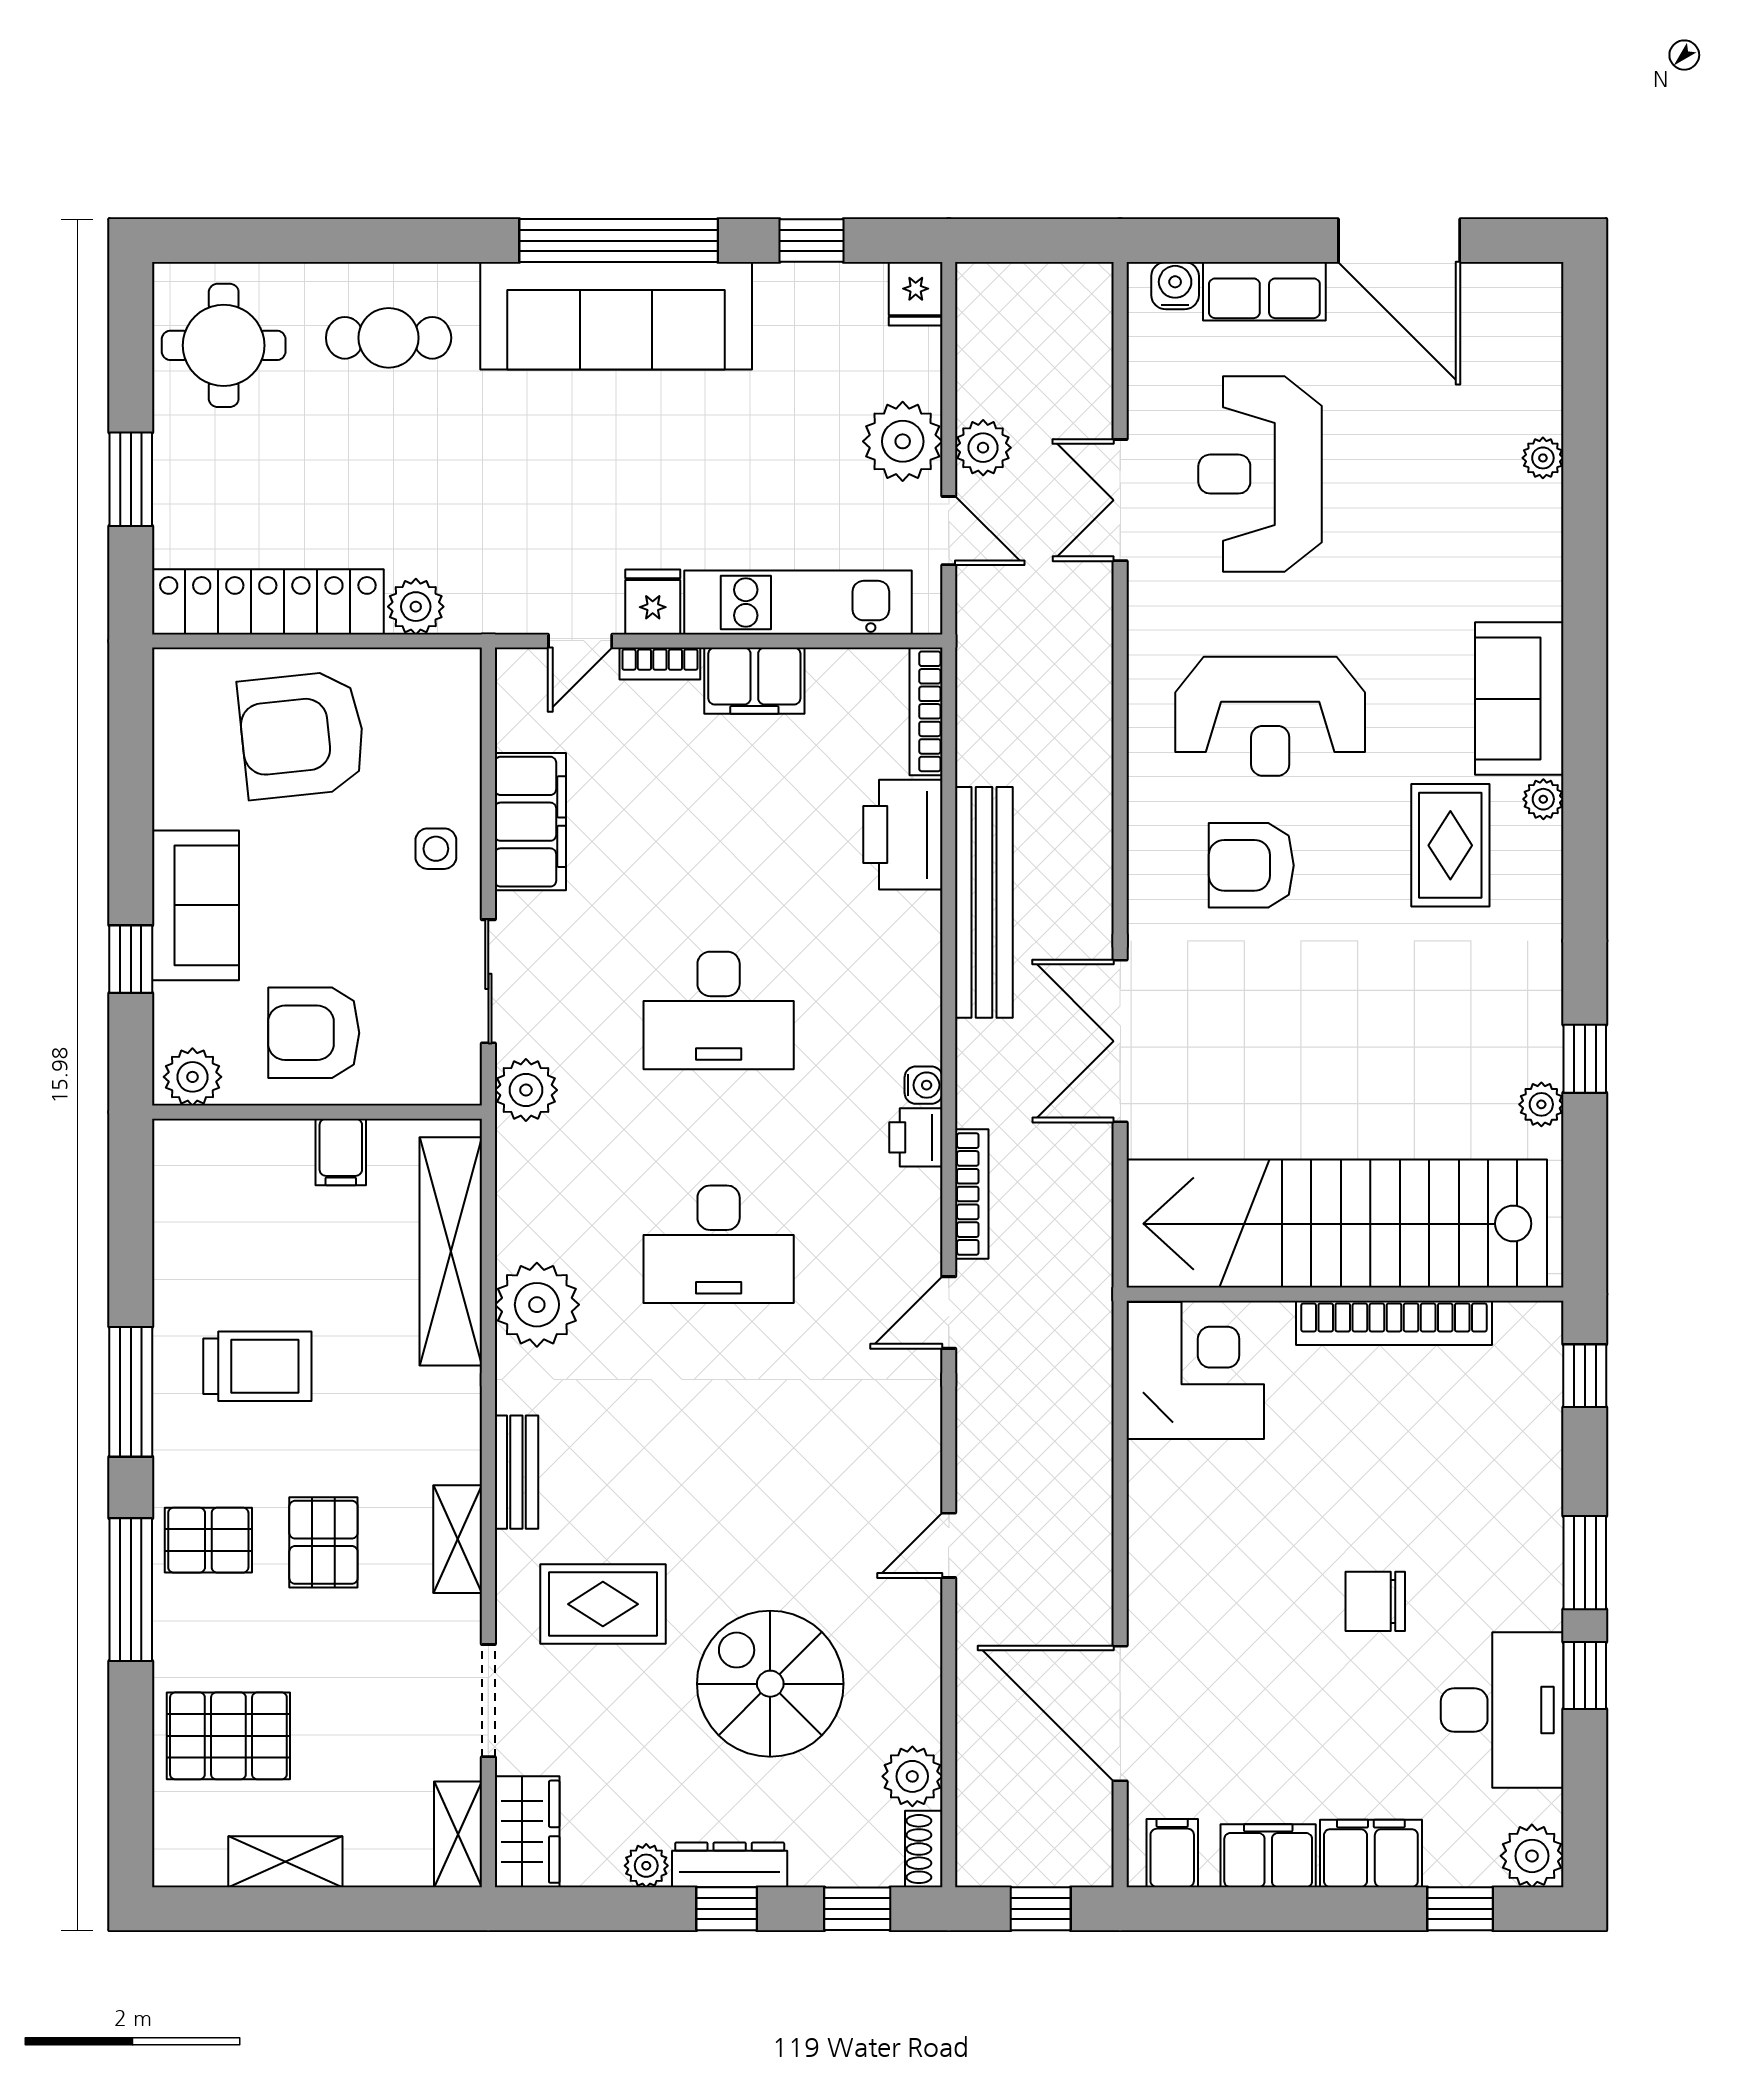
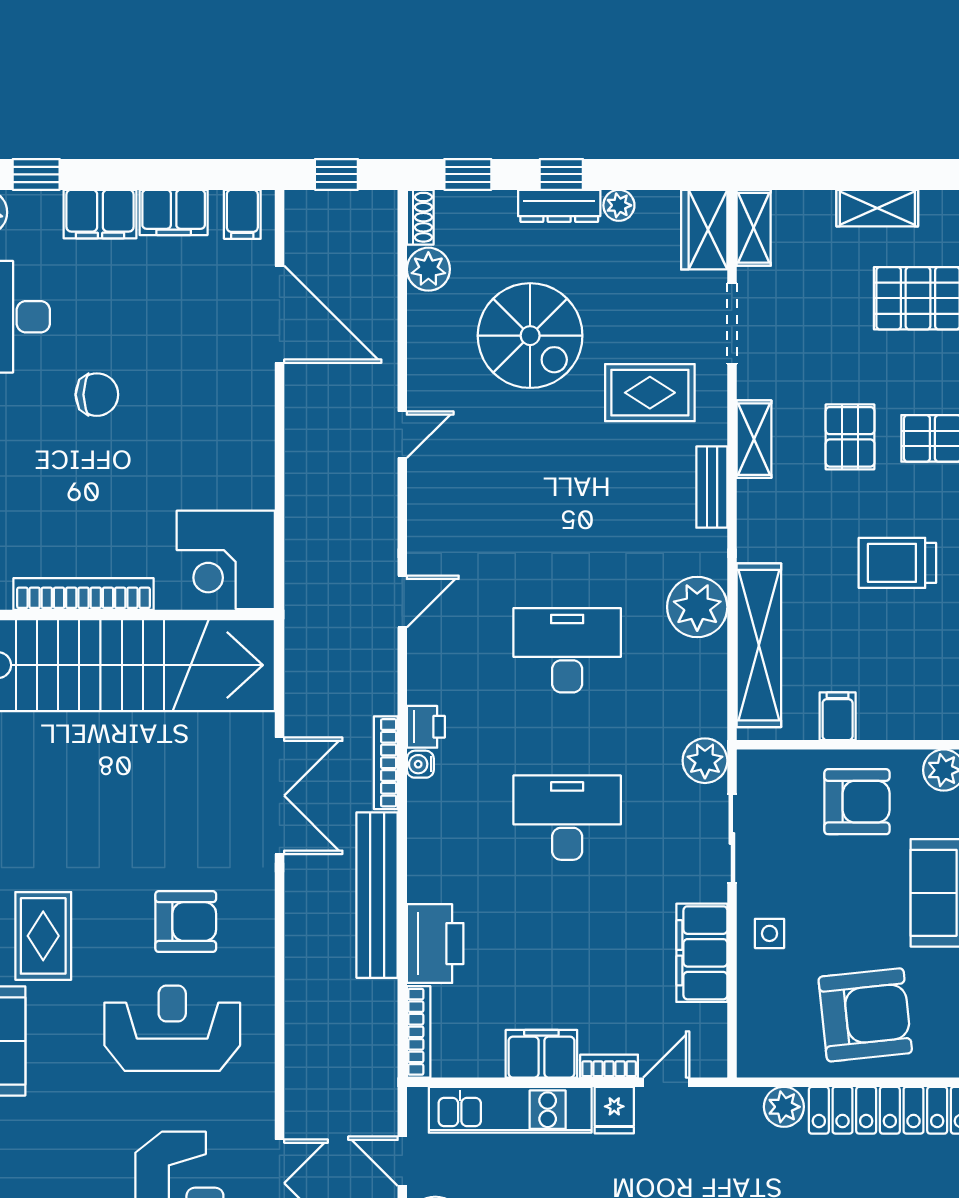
bookcase: (972, 1194) -> (386, 763), moved

